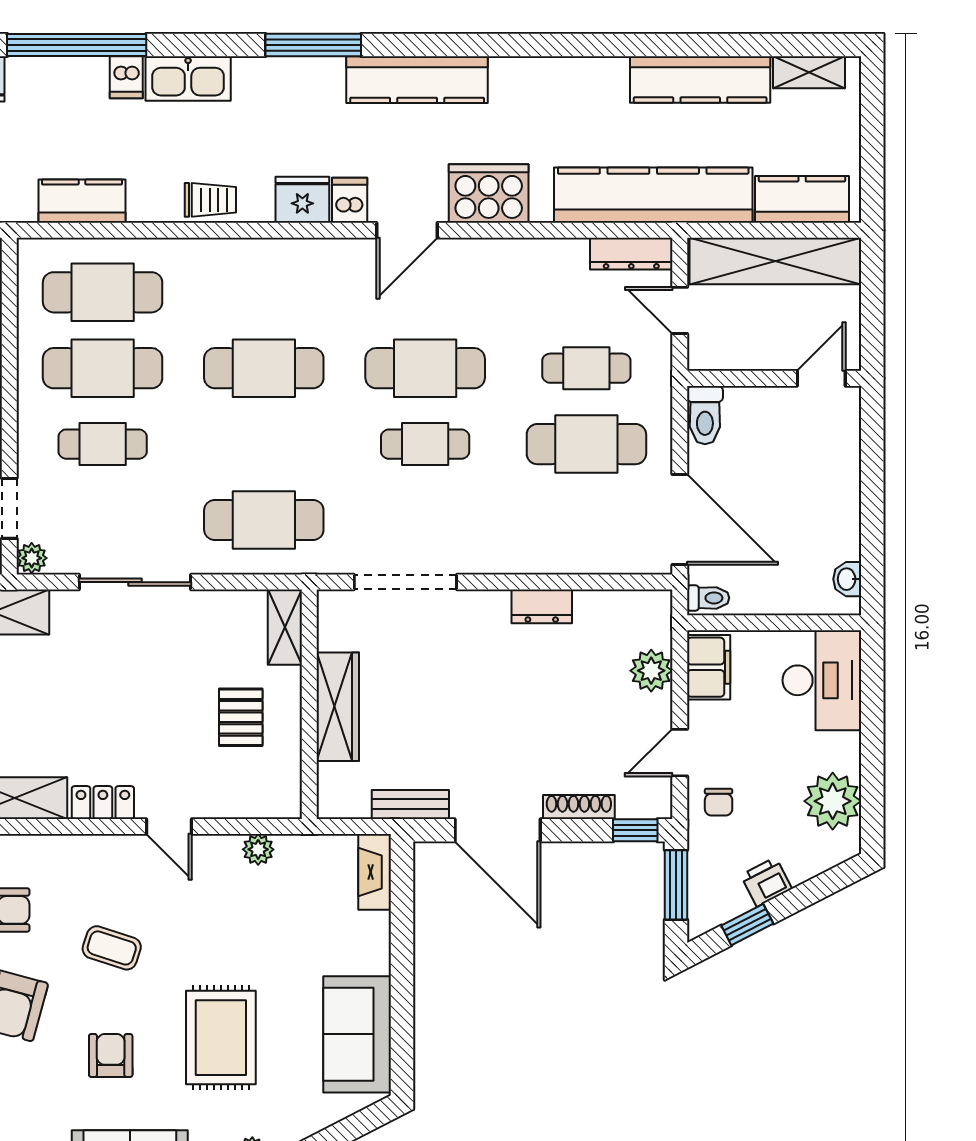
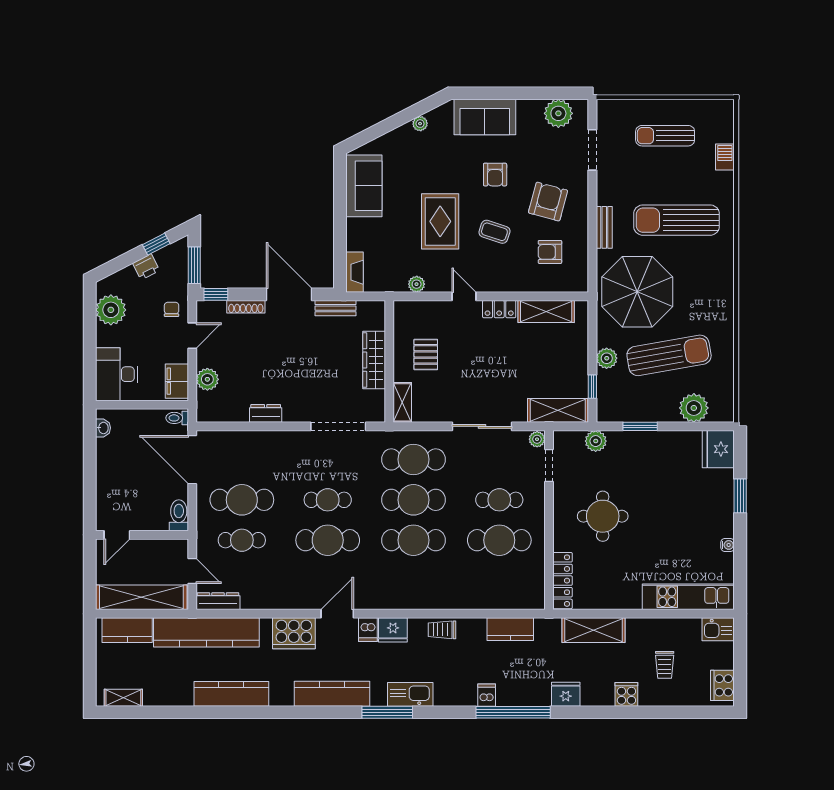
kitchen sink: (188, 78) -> (410, 694), moved
kitchen counter: (700, 79) -> (231, 694), moved
cafe table: (103, 292) -> (413, 500), moved
rug: (221, 1038) -> (440, 221), moved

